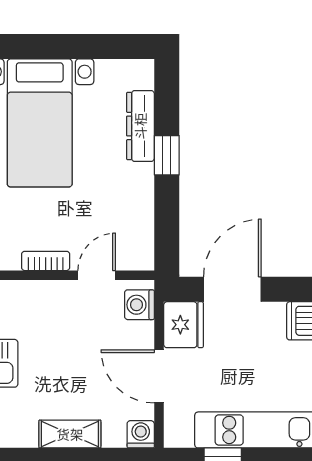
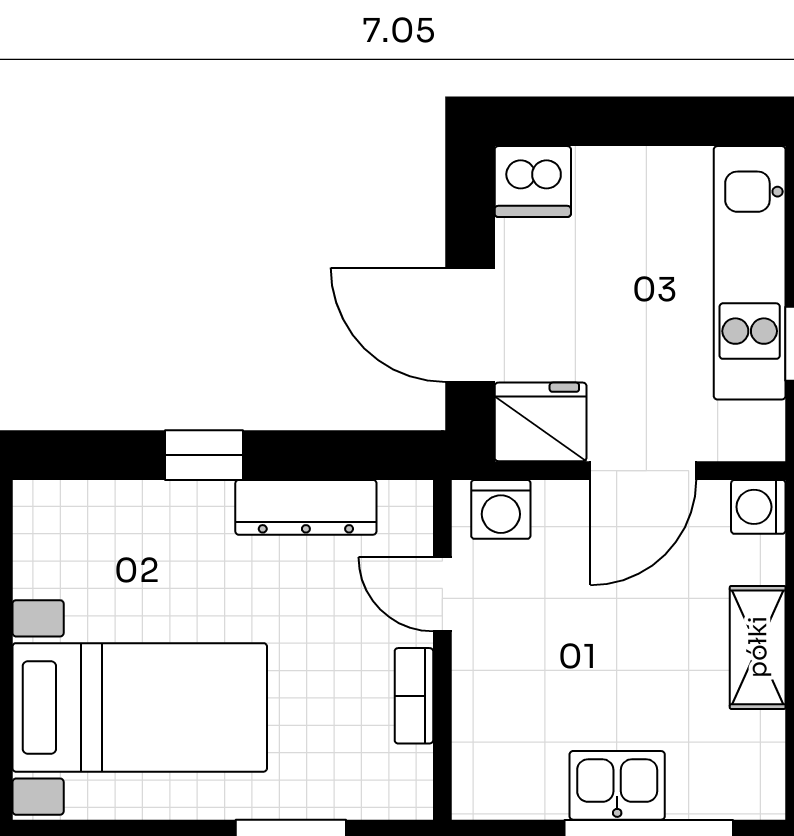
dresser: (140, 126) -> (306, 507), moved

